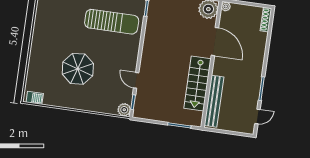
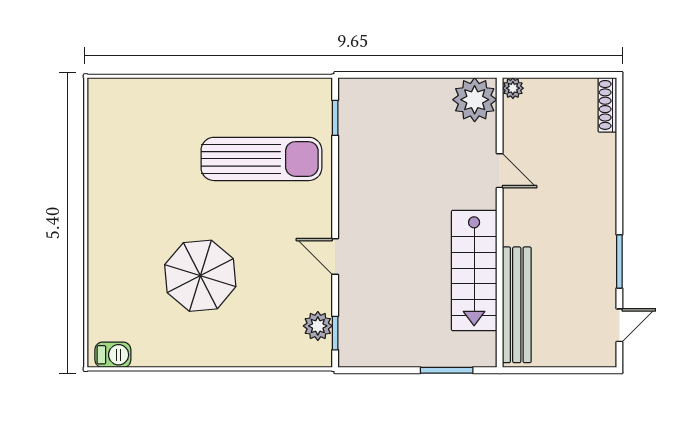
door: (215, 42) -> (500, 171), width x0.53
door: (136, 80) -> (335, 256), moved
plant: (124, 110) -> (318, 326), moved

